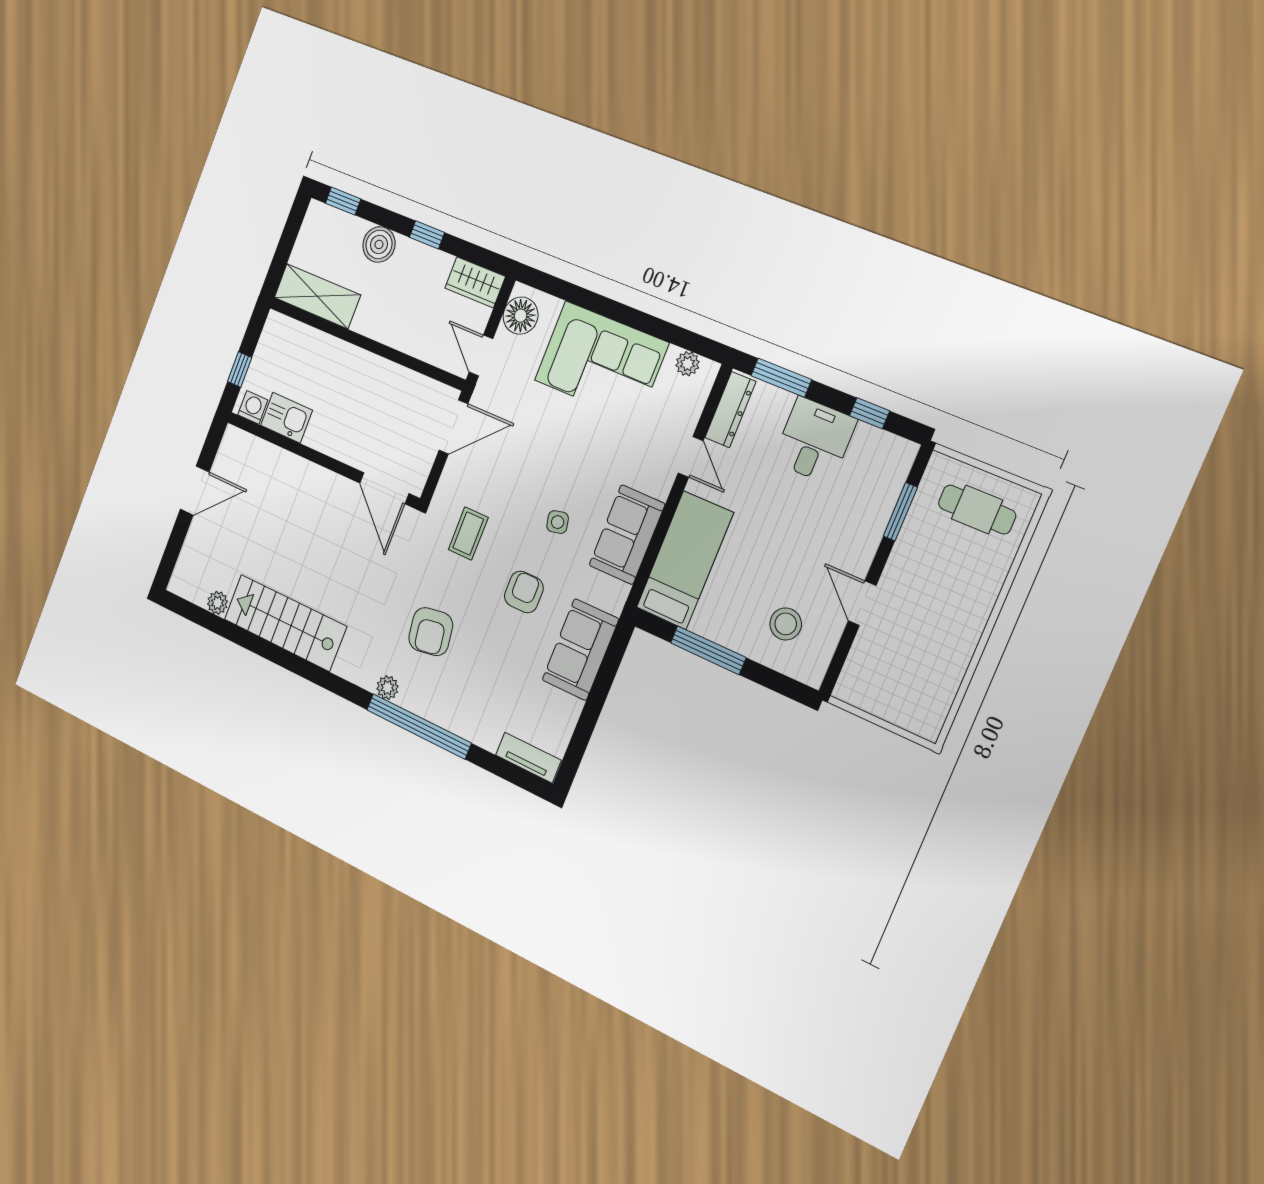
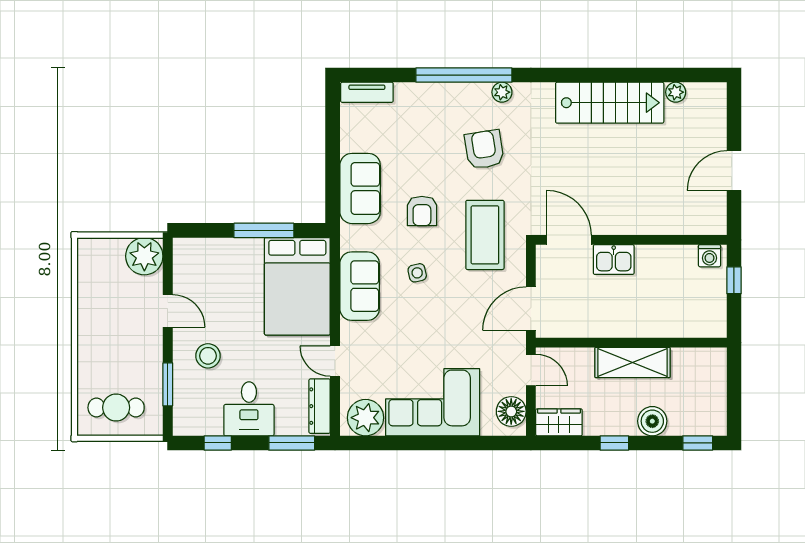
shelving: (317, 296) -> (633, 362), moved
plant: (688, 364) -> (366, 418), width x1.87, depth x1.87
kitchen sink: (287, 418) -> (614, 260), moved
coffee table: (468, 533) -> (485, 235), width x1.86, depth x1.72
bed: (685, 560) -> (297, 286), width x1.50
stool: (786, 624) -> (208, 356), moved
plant: (862, 683) -> (144, 256), added

